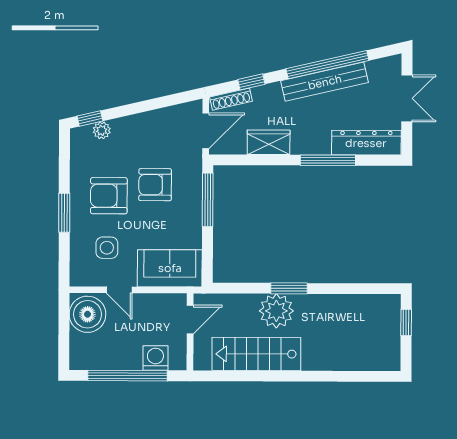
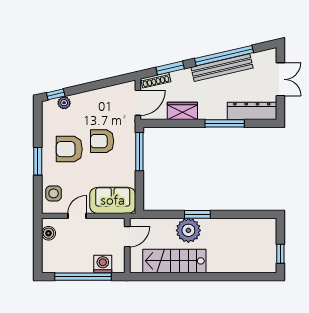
window: (251, 82) -> (170, 68), width x1.50
side table: (107, 248) -> (54, 193), moved
door: (119, 290) -> (77, 216), swing flipped
boiler: (87, 314) -> (48, 233), width x0.54, depth x0.54
window: (406, 322) -> (280, 254), moved

